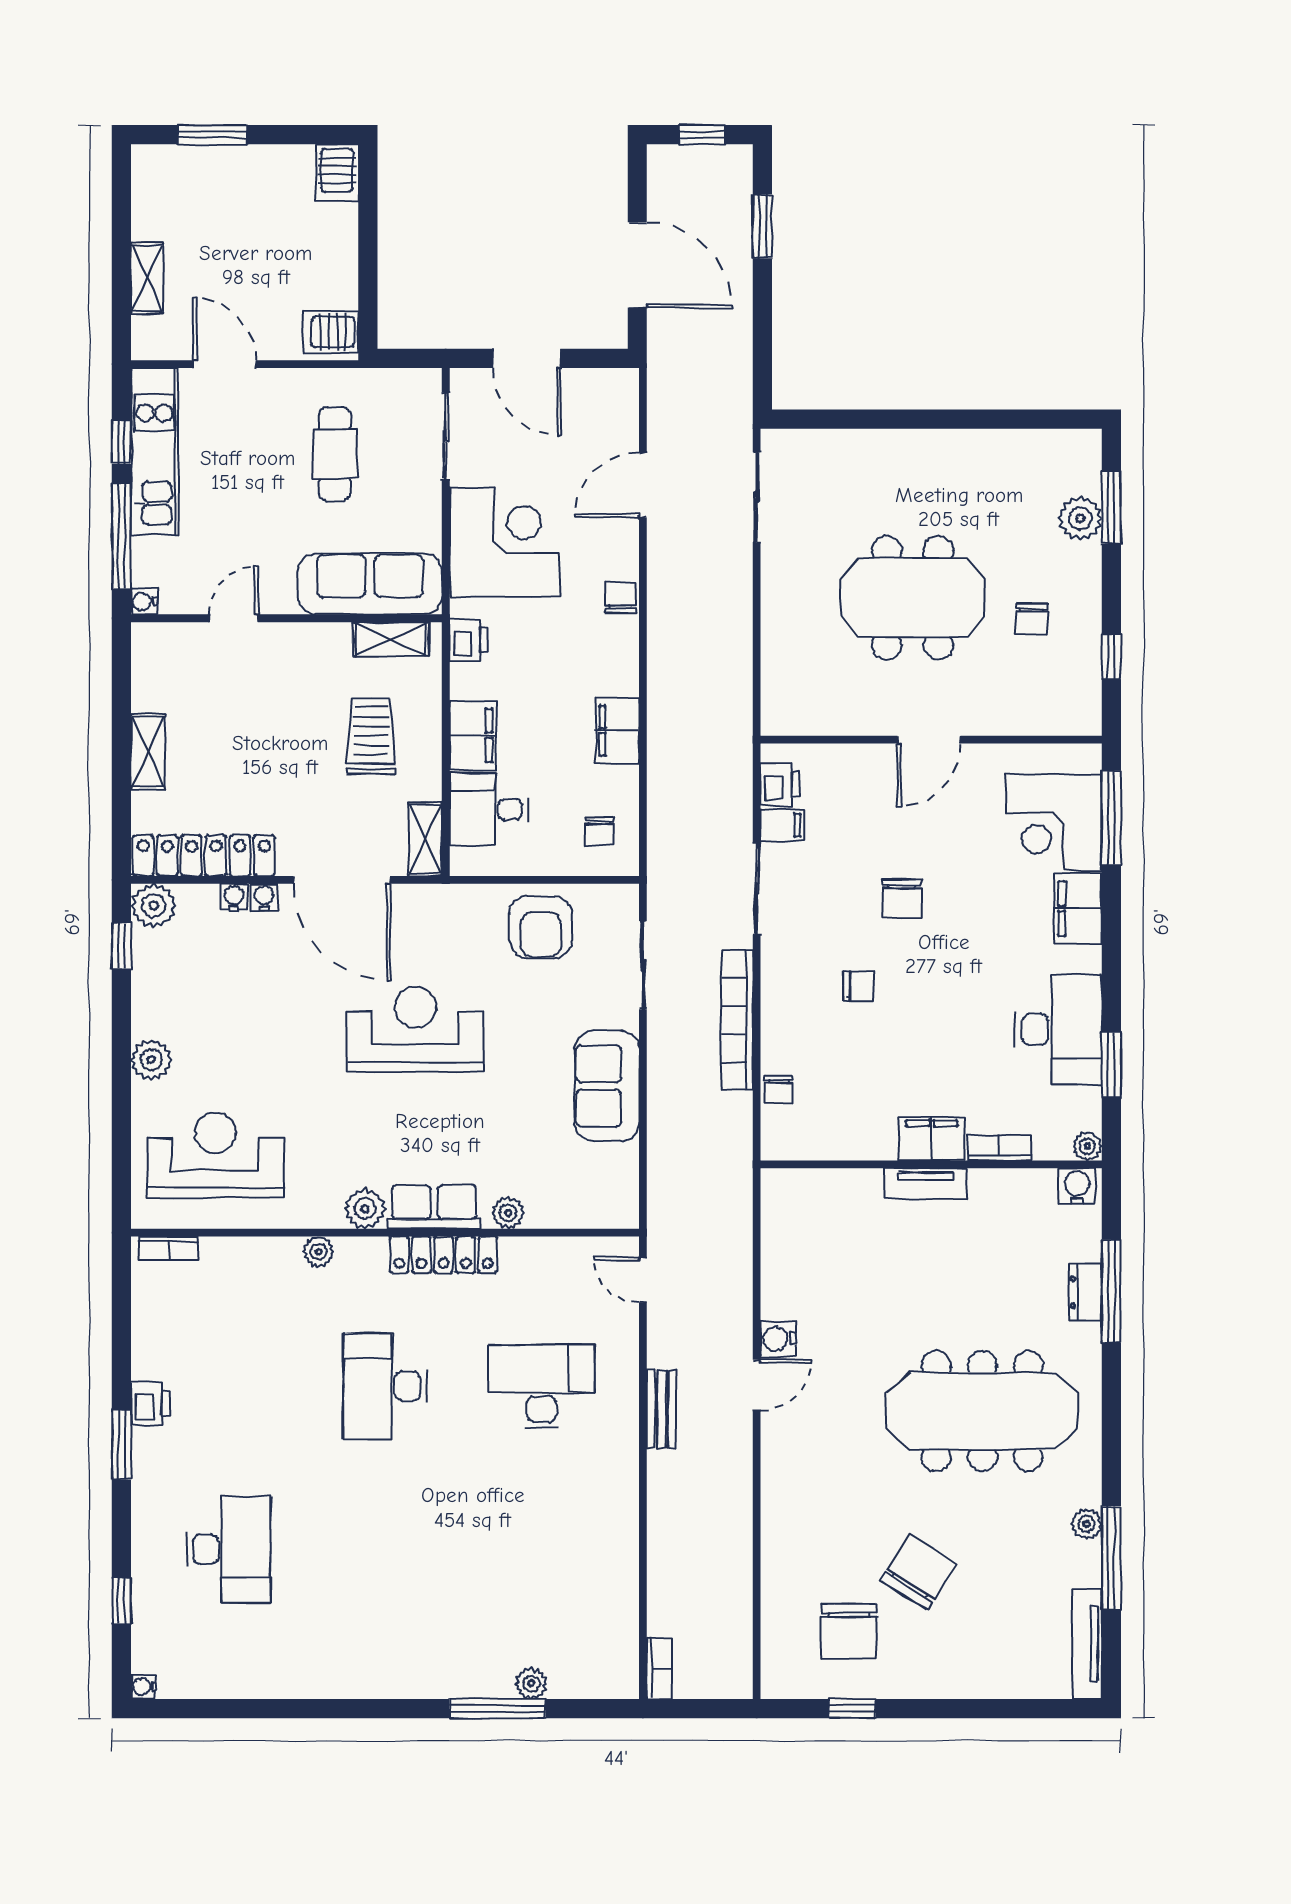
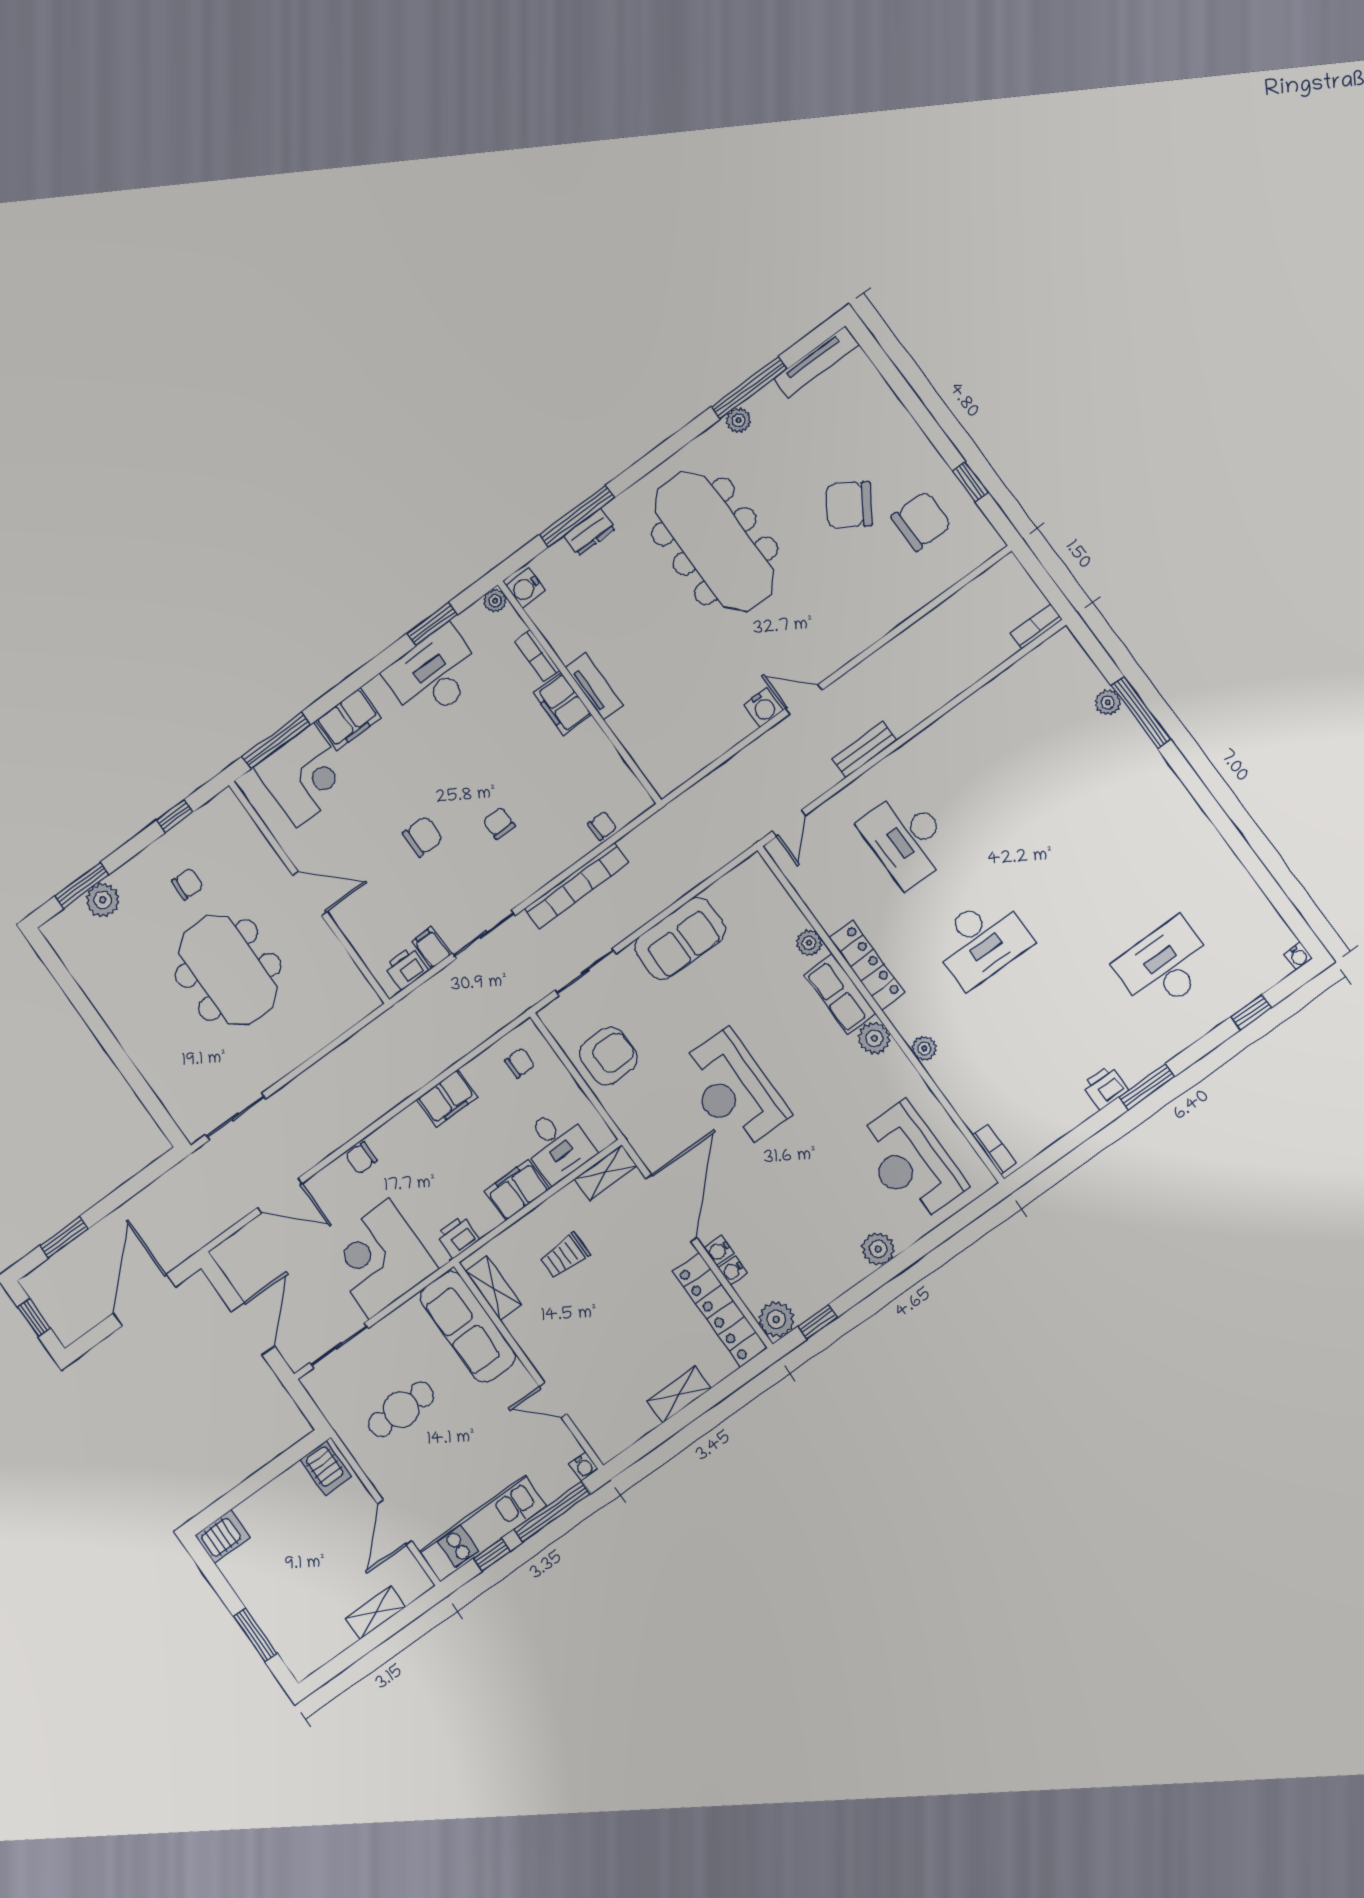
trolley: (371, 736) -> (565, 1256), width x0.73, depth x0.72

